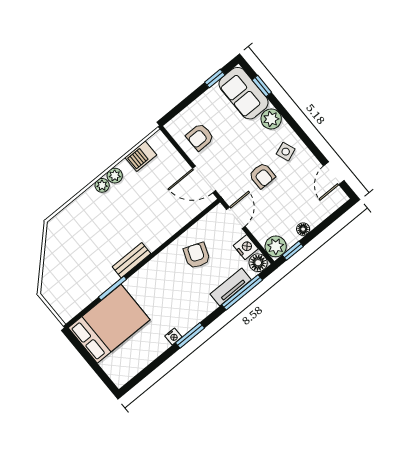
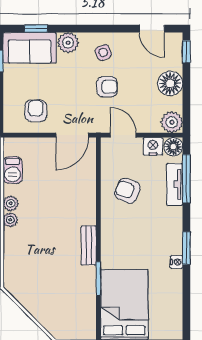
armchair: (200, 137) -> (36, 111), turned 180
floor lamp: (303, 229) -> (170, 83), width x1.89, depth x1.89
window: (293, 251) -> (186, 52), moved

